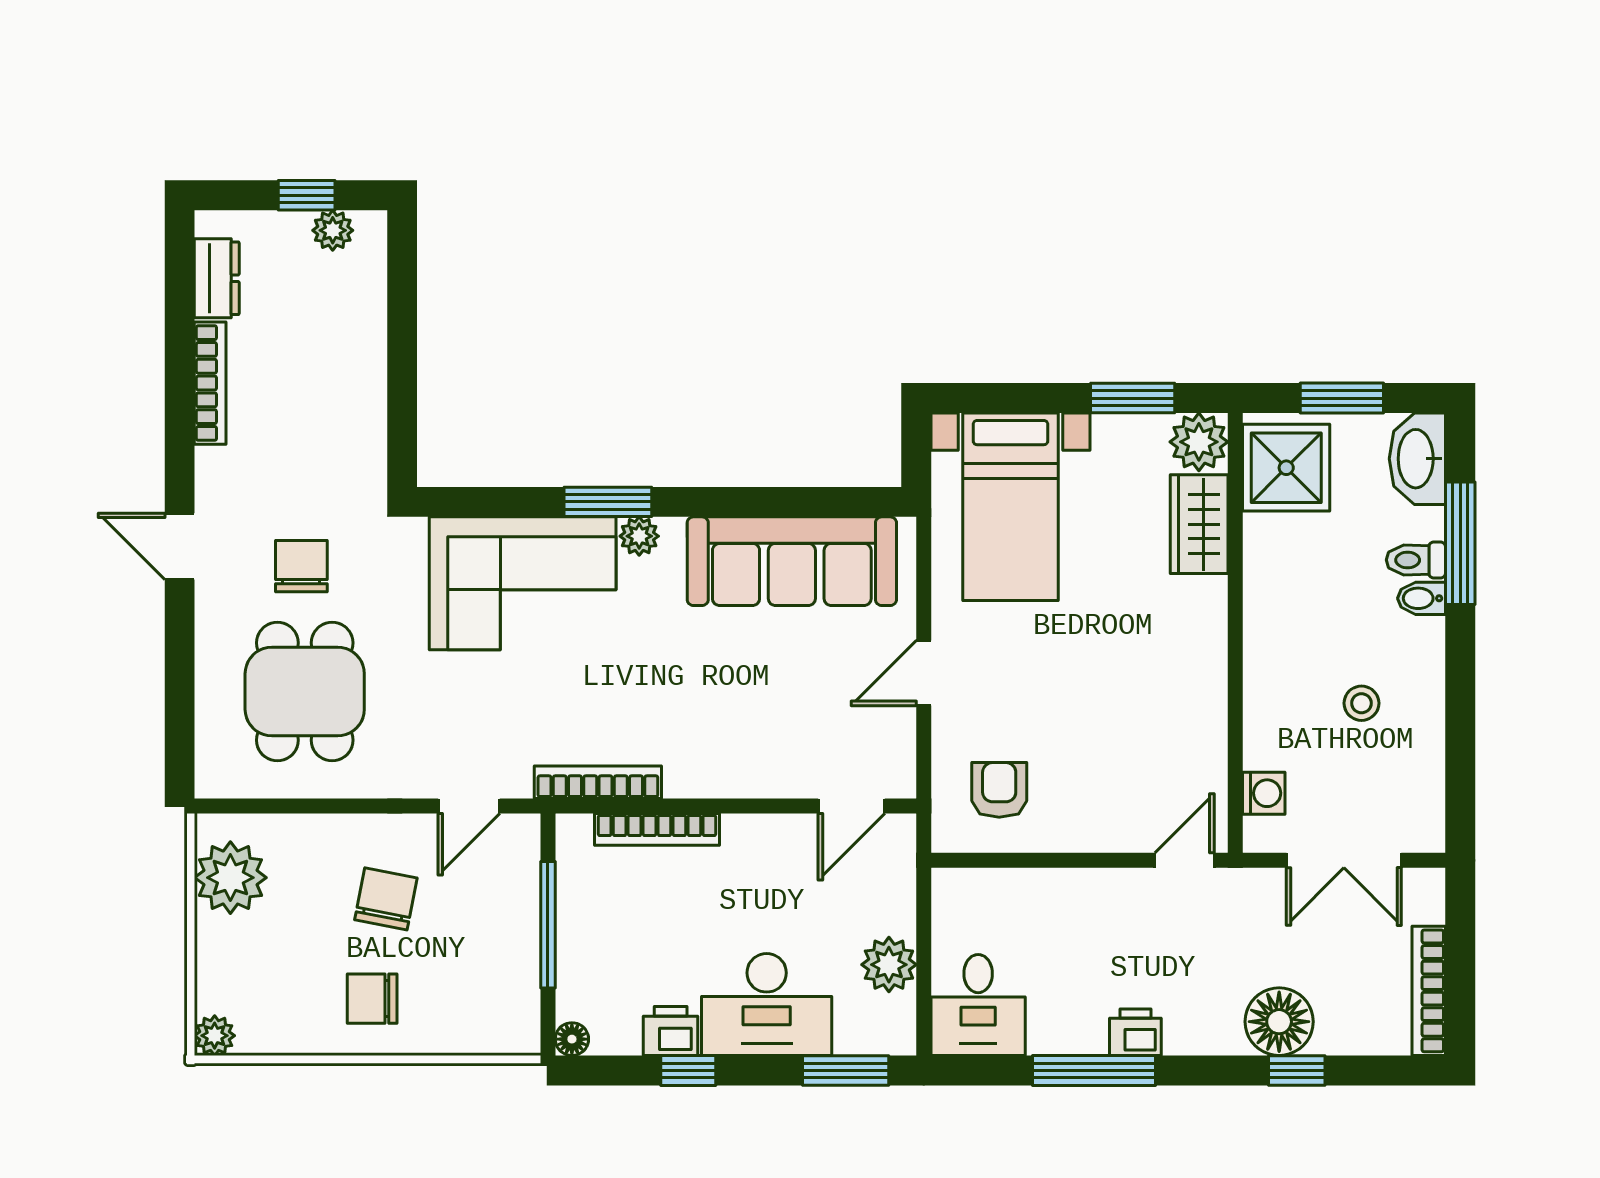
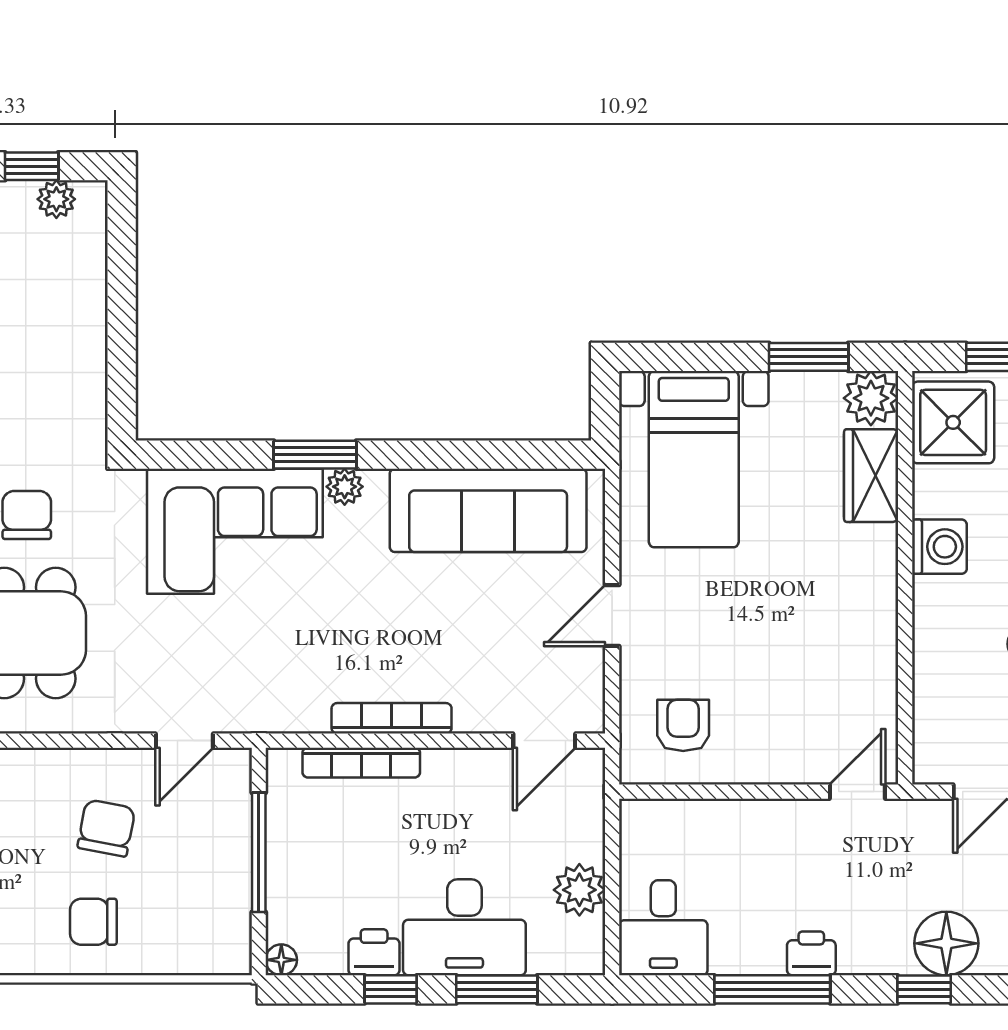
bookcase: (598, 782) -> (392, 718), moved
washing machine: (1264, 793) -> (939, 547), moved, width x1.38, depth x1.38
window: (846, 1070) -> (497, 989), moved
window: (1297, 1070) -> (924, 989), moved

